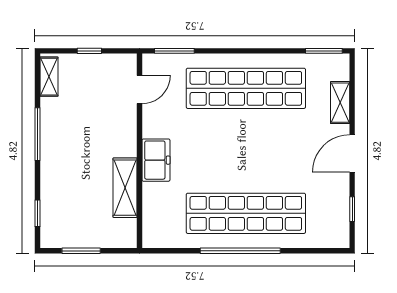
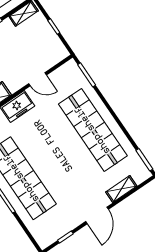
door: (140, 89) -> (37, 79), moved
door: (352, 153) -> (97, 215), swing flipped

